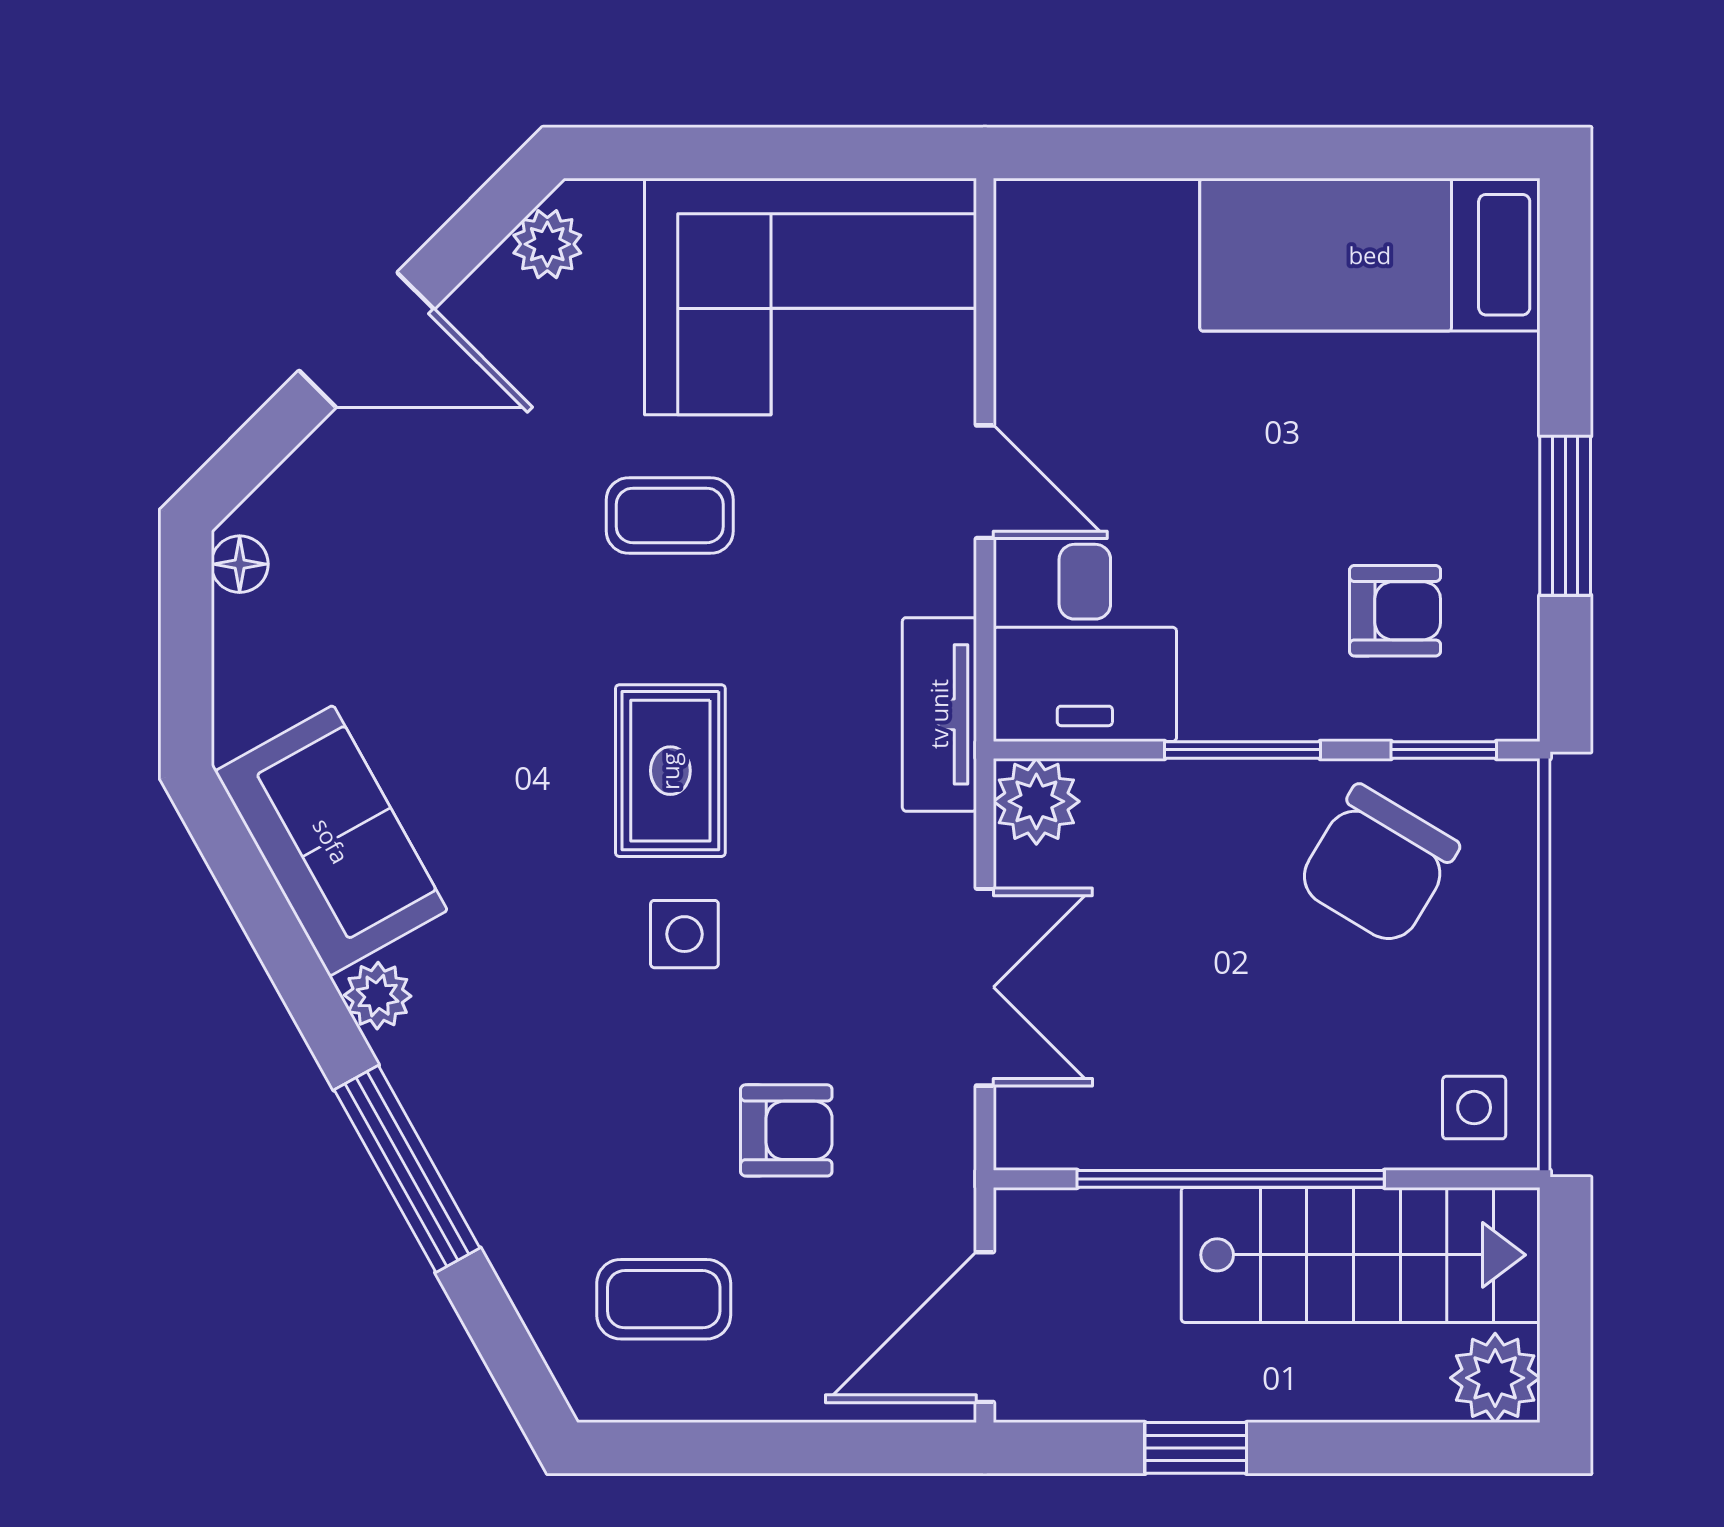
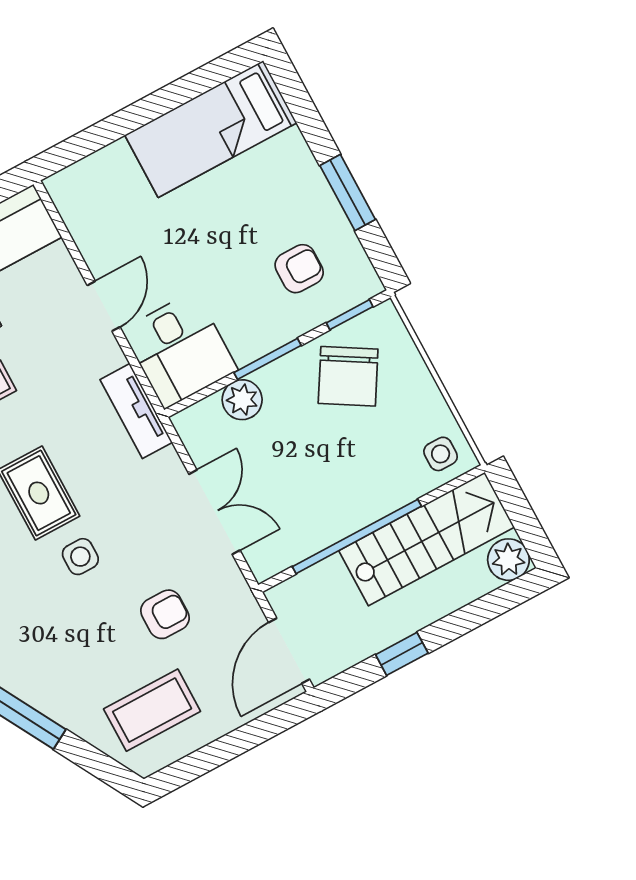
door: (985, 482) -> (104, 306), hinge flipped
plant: (1036, 801) -> (242, 400), moved
coffee table: (664, 1299) -> (152, 710), width x1.36, depth x1.30

